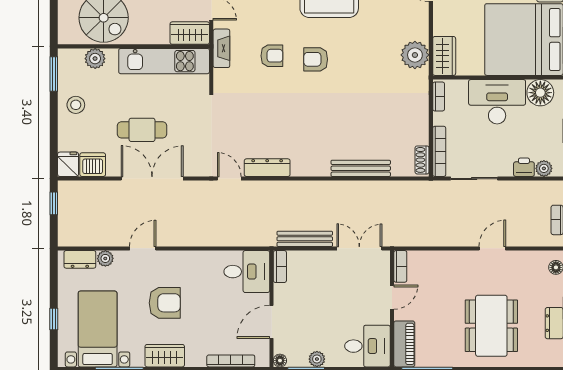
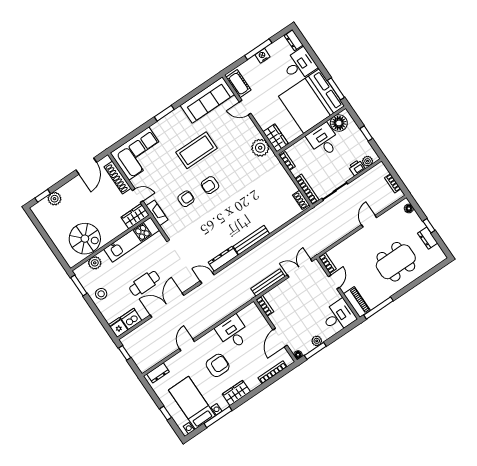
desk: (497, 102) -> (324, 140), width x0.73
bench: (361, 168) -> (251, 240), moved
plant: (105, 258) -> (171, 363), removed
desk: (247, 272) -> (233, 332), moved, turned -90
dining table: (491, 326) -> (396, 262), turned 90

